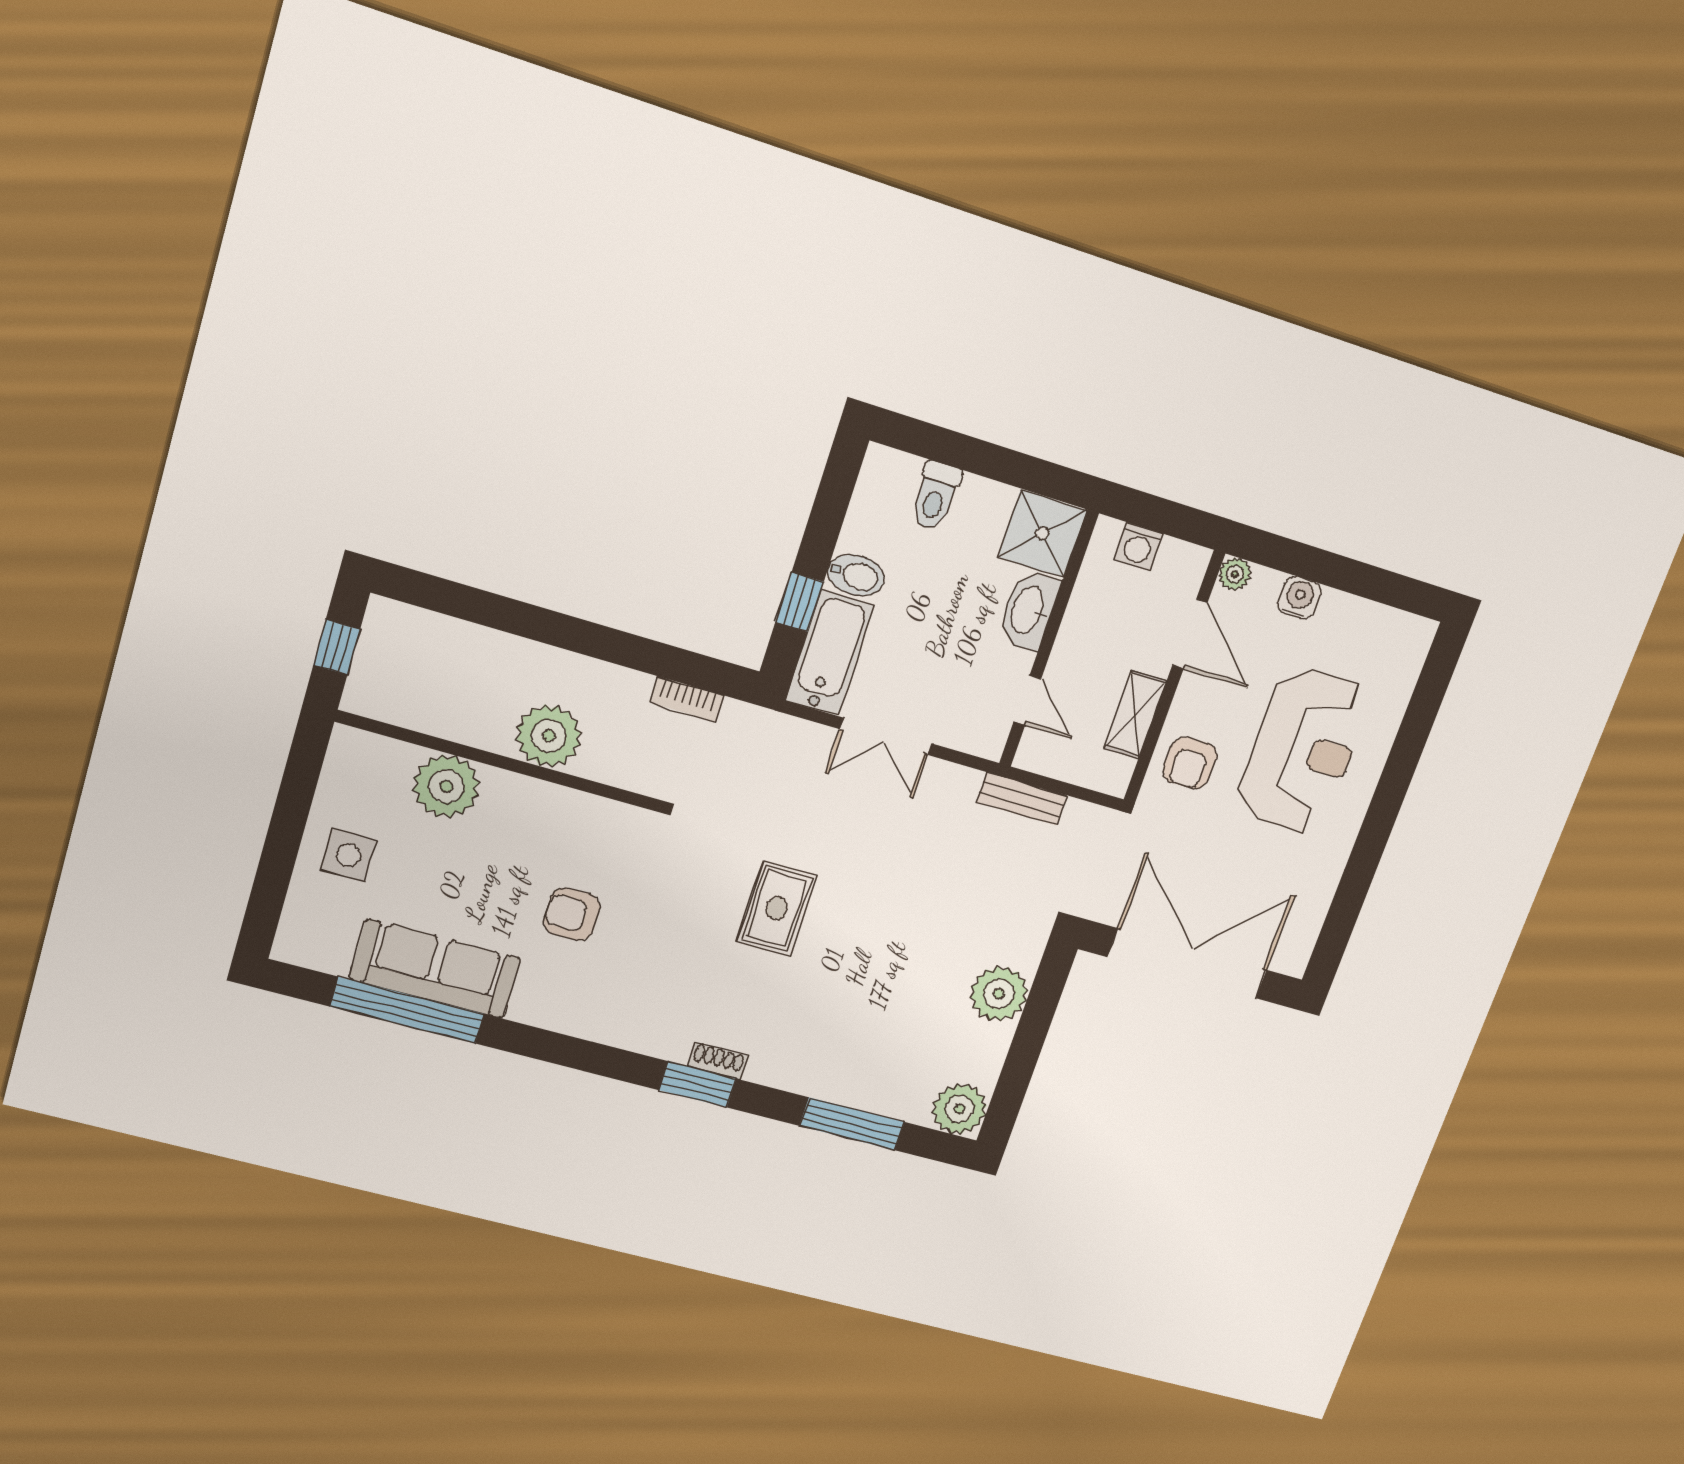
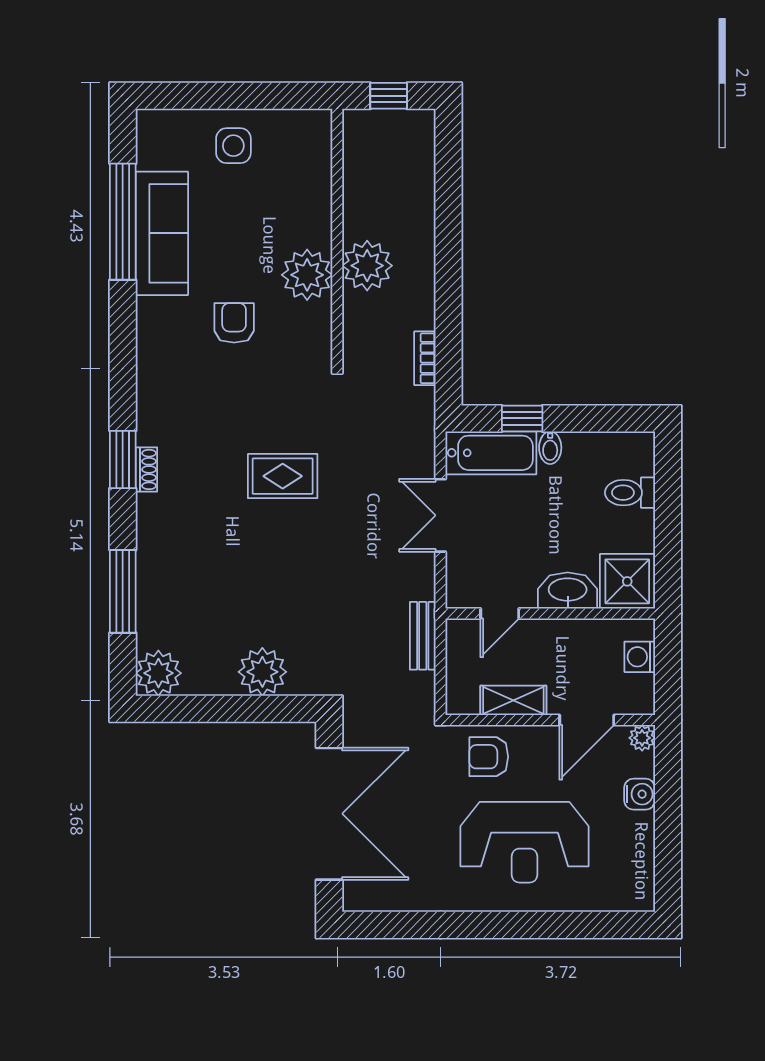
bidet: (856, 575) -> (550, 448), width x0.72, depth x0.74
plant: (446, 786) -> (307, 275), moved

